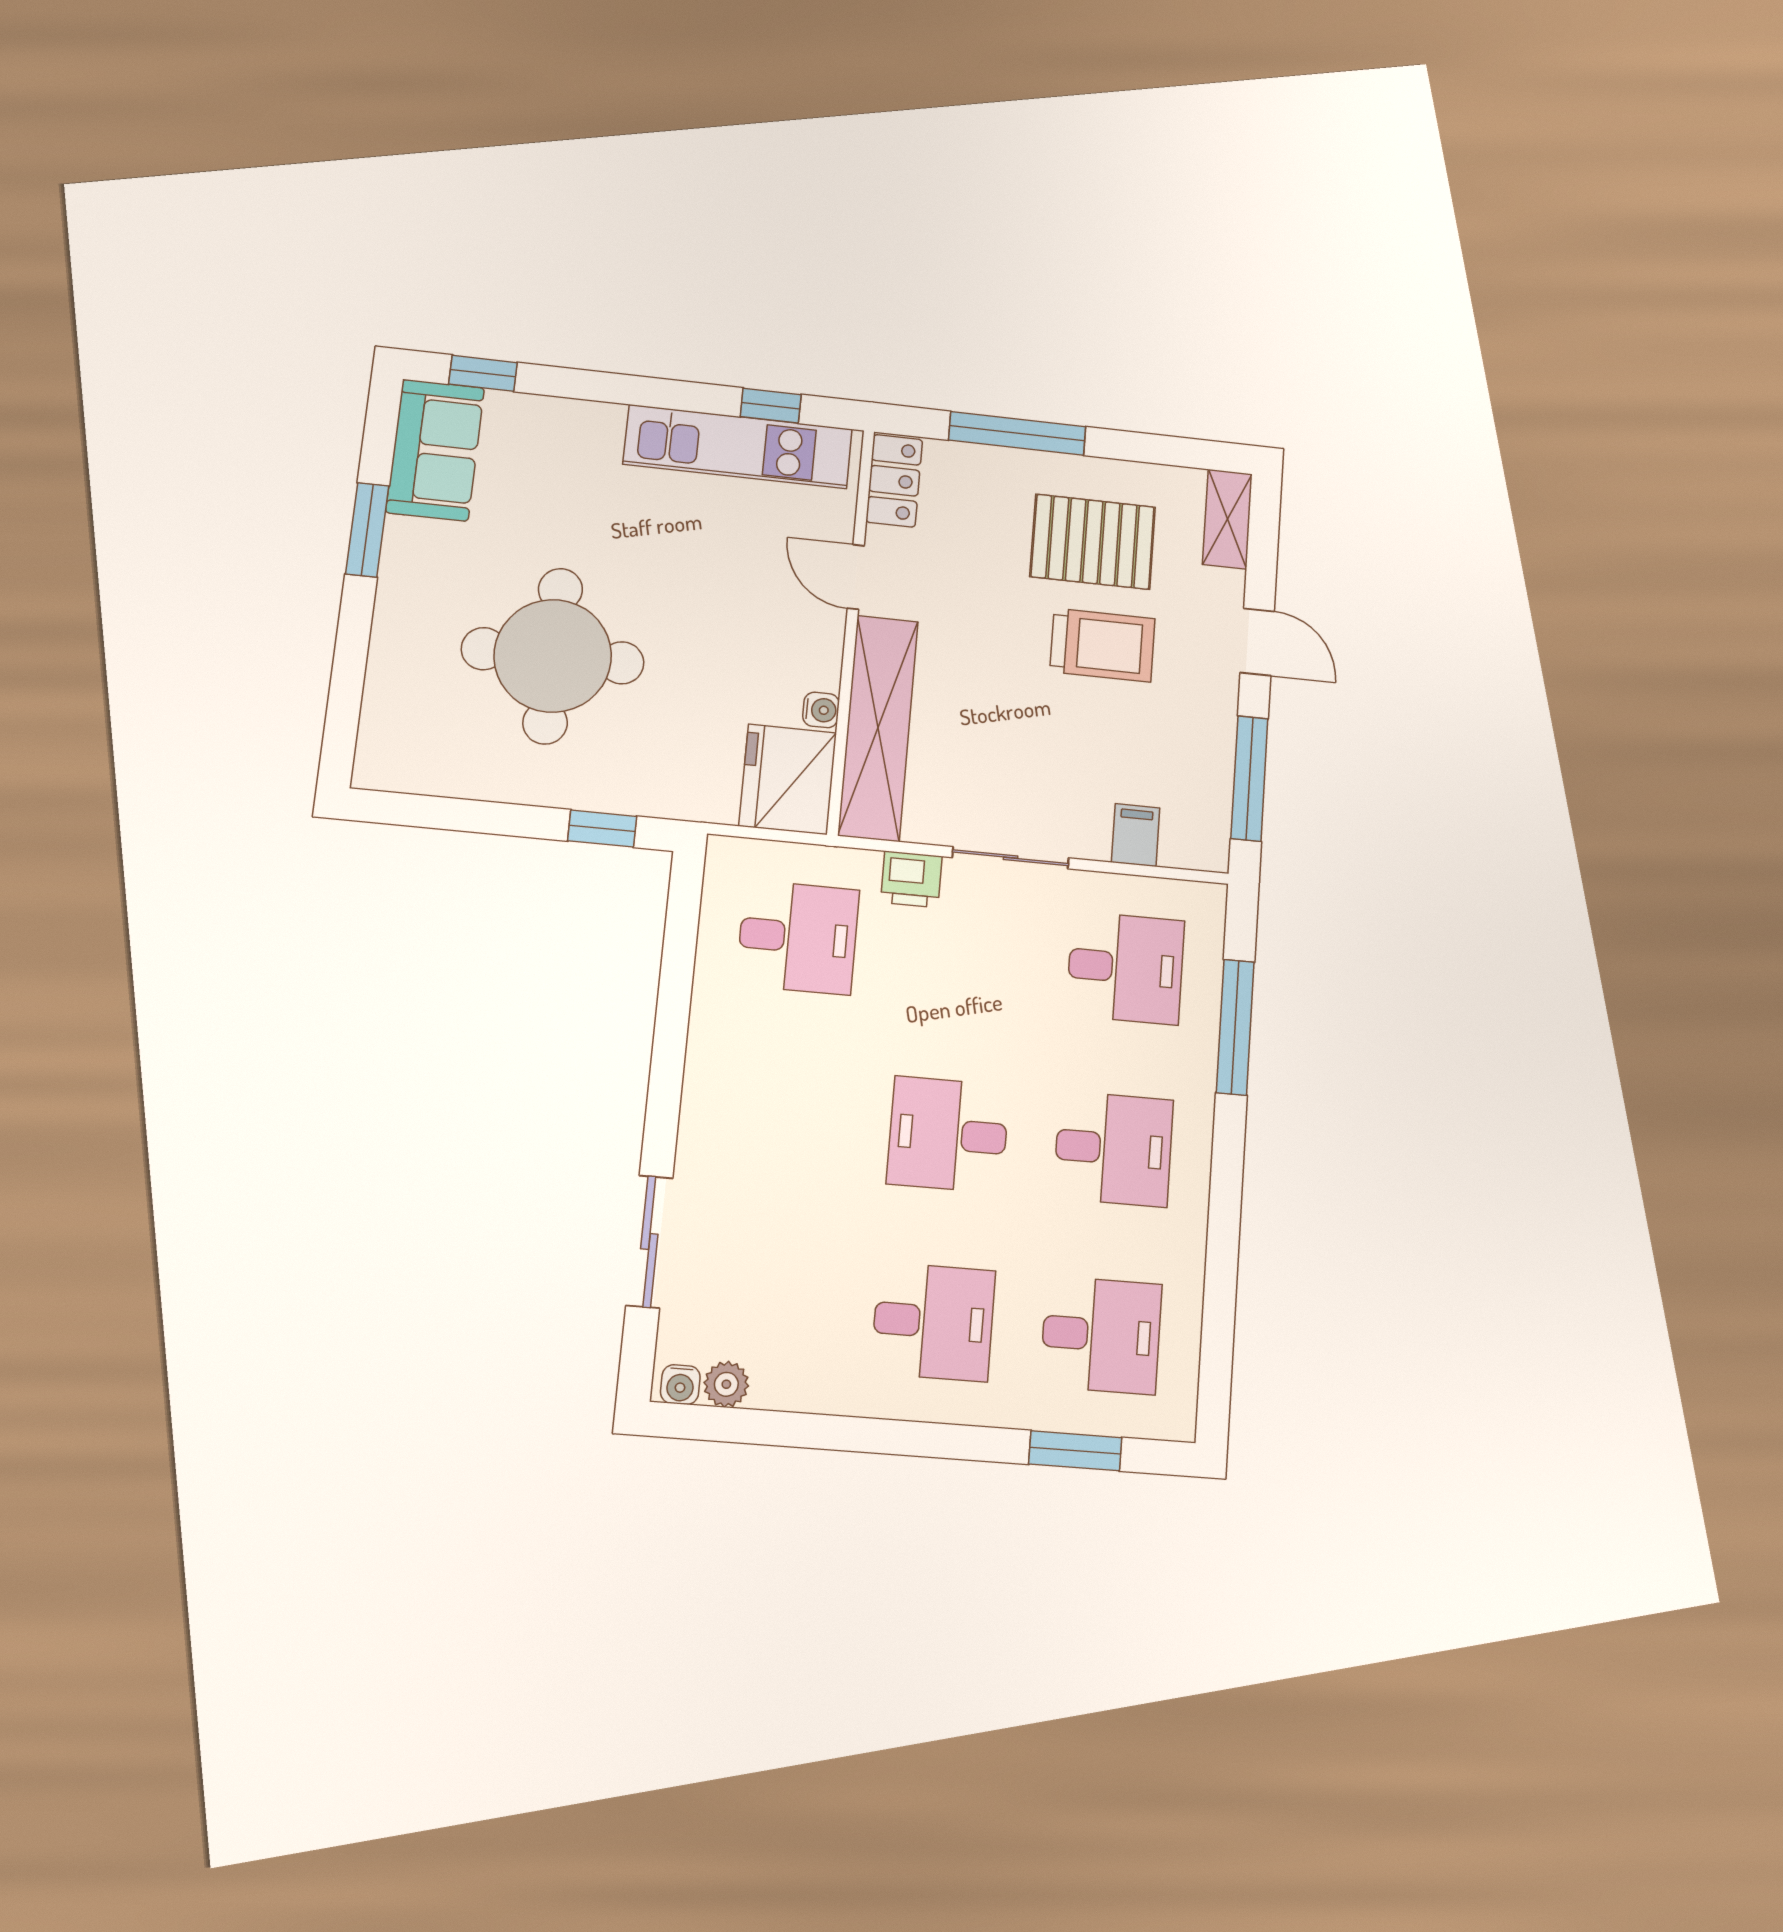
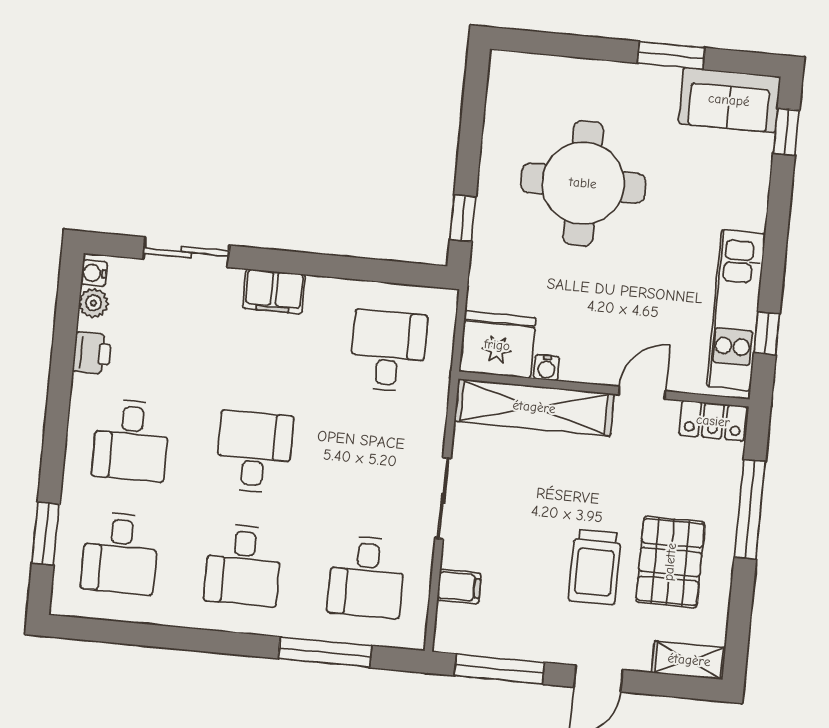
printer: (911, 879) -> (92, 353), moved, turned 180
desk: (798, 937) -> (388, 351), turned 180
filing cabinet: (709, 1107) -> (274, 291), added

